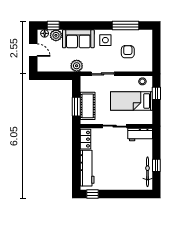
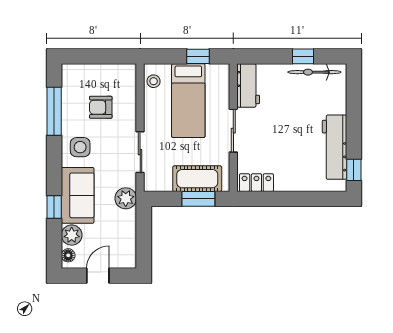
window: (53, 26) -> (54, 207), moved
window: (156, 93) -> (198, 56), moved
workbench: (87, 168) -> (334, 147), moved, turned -90

